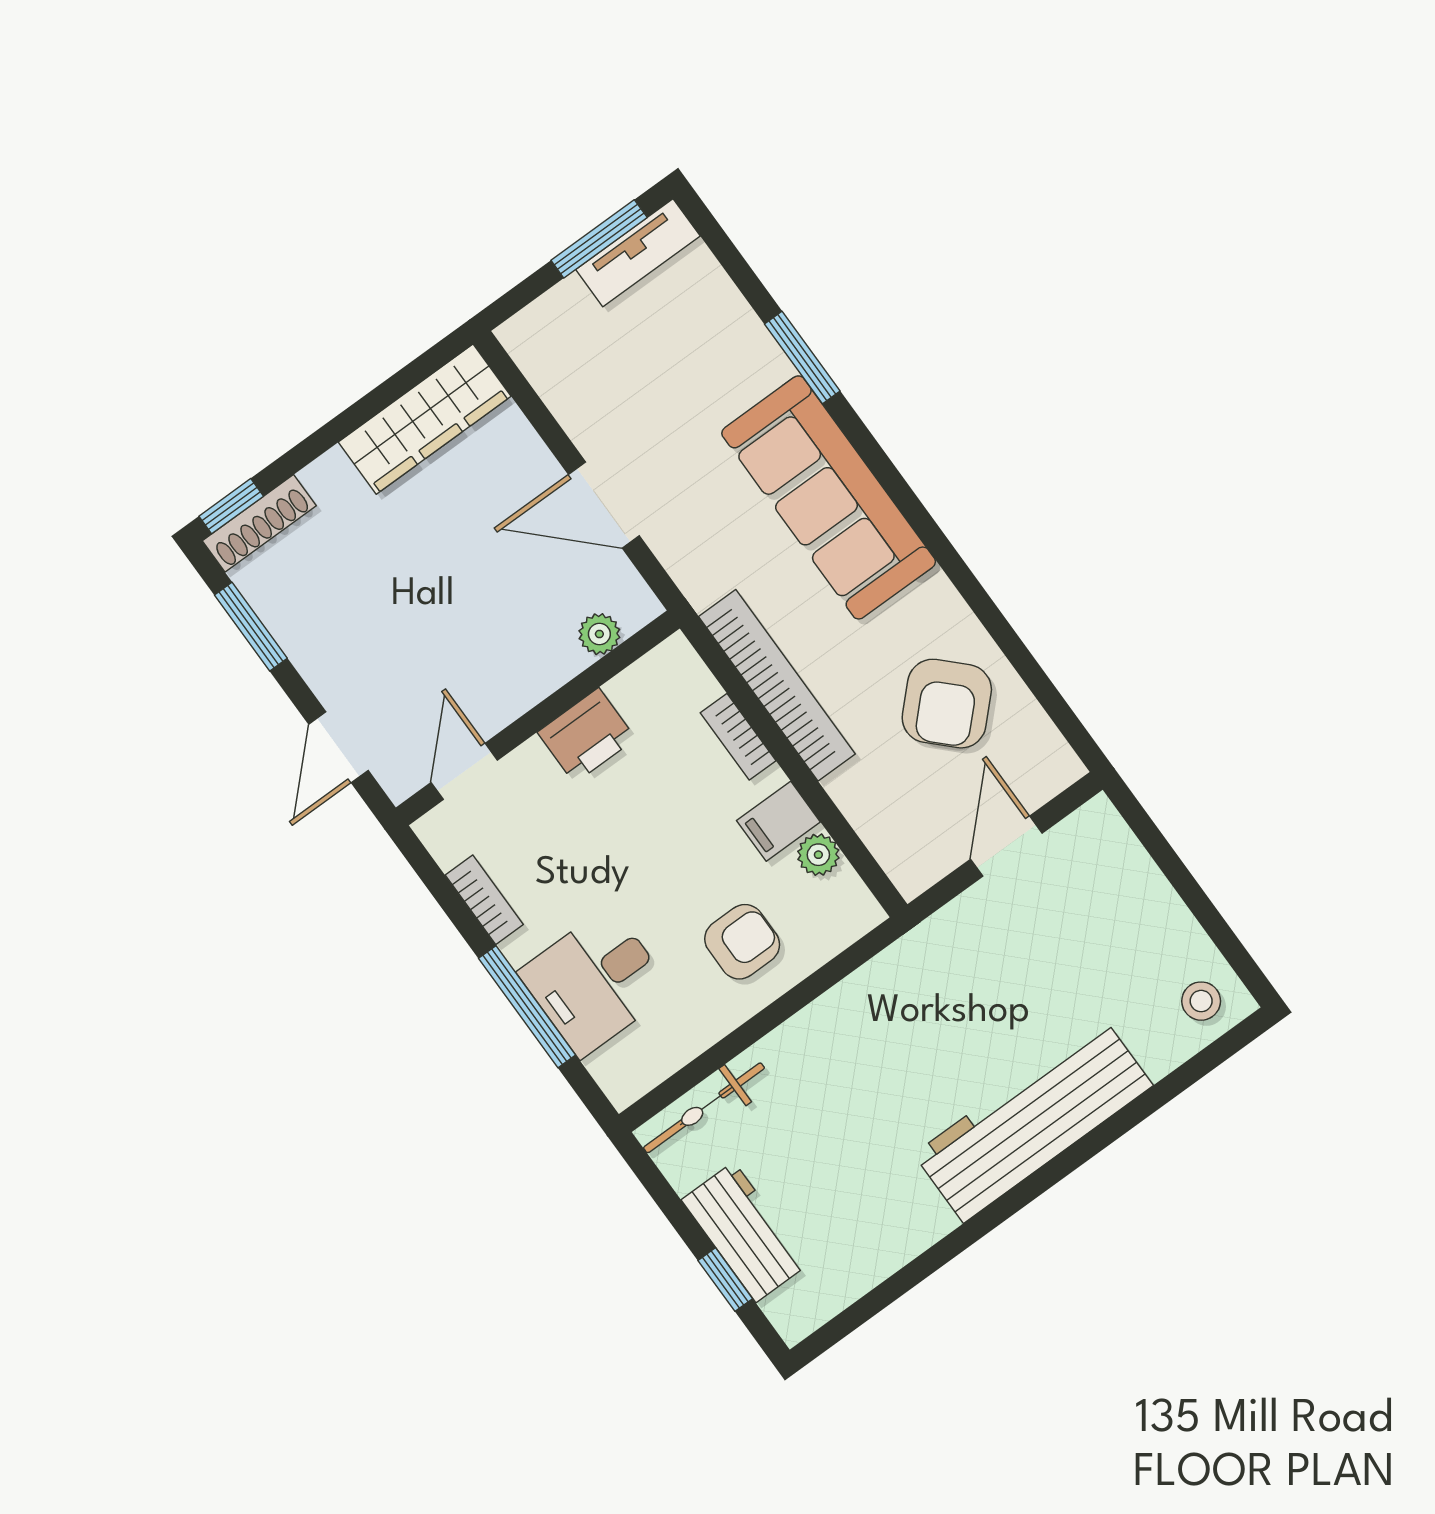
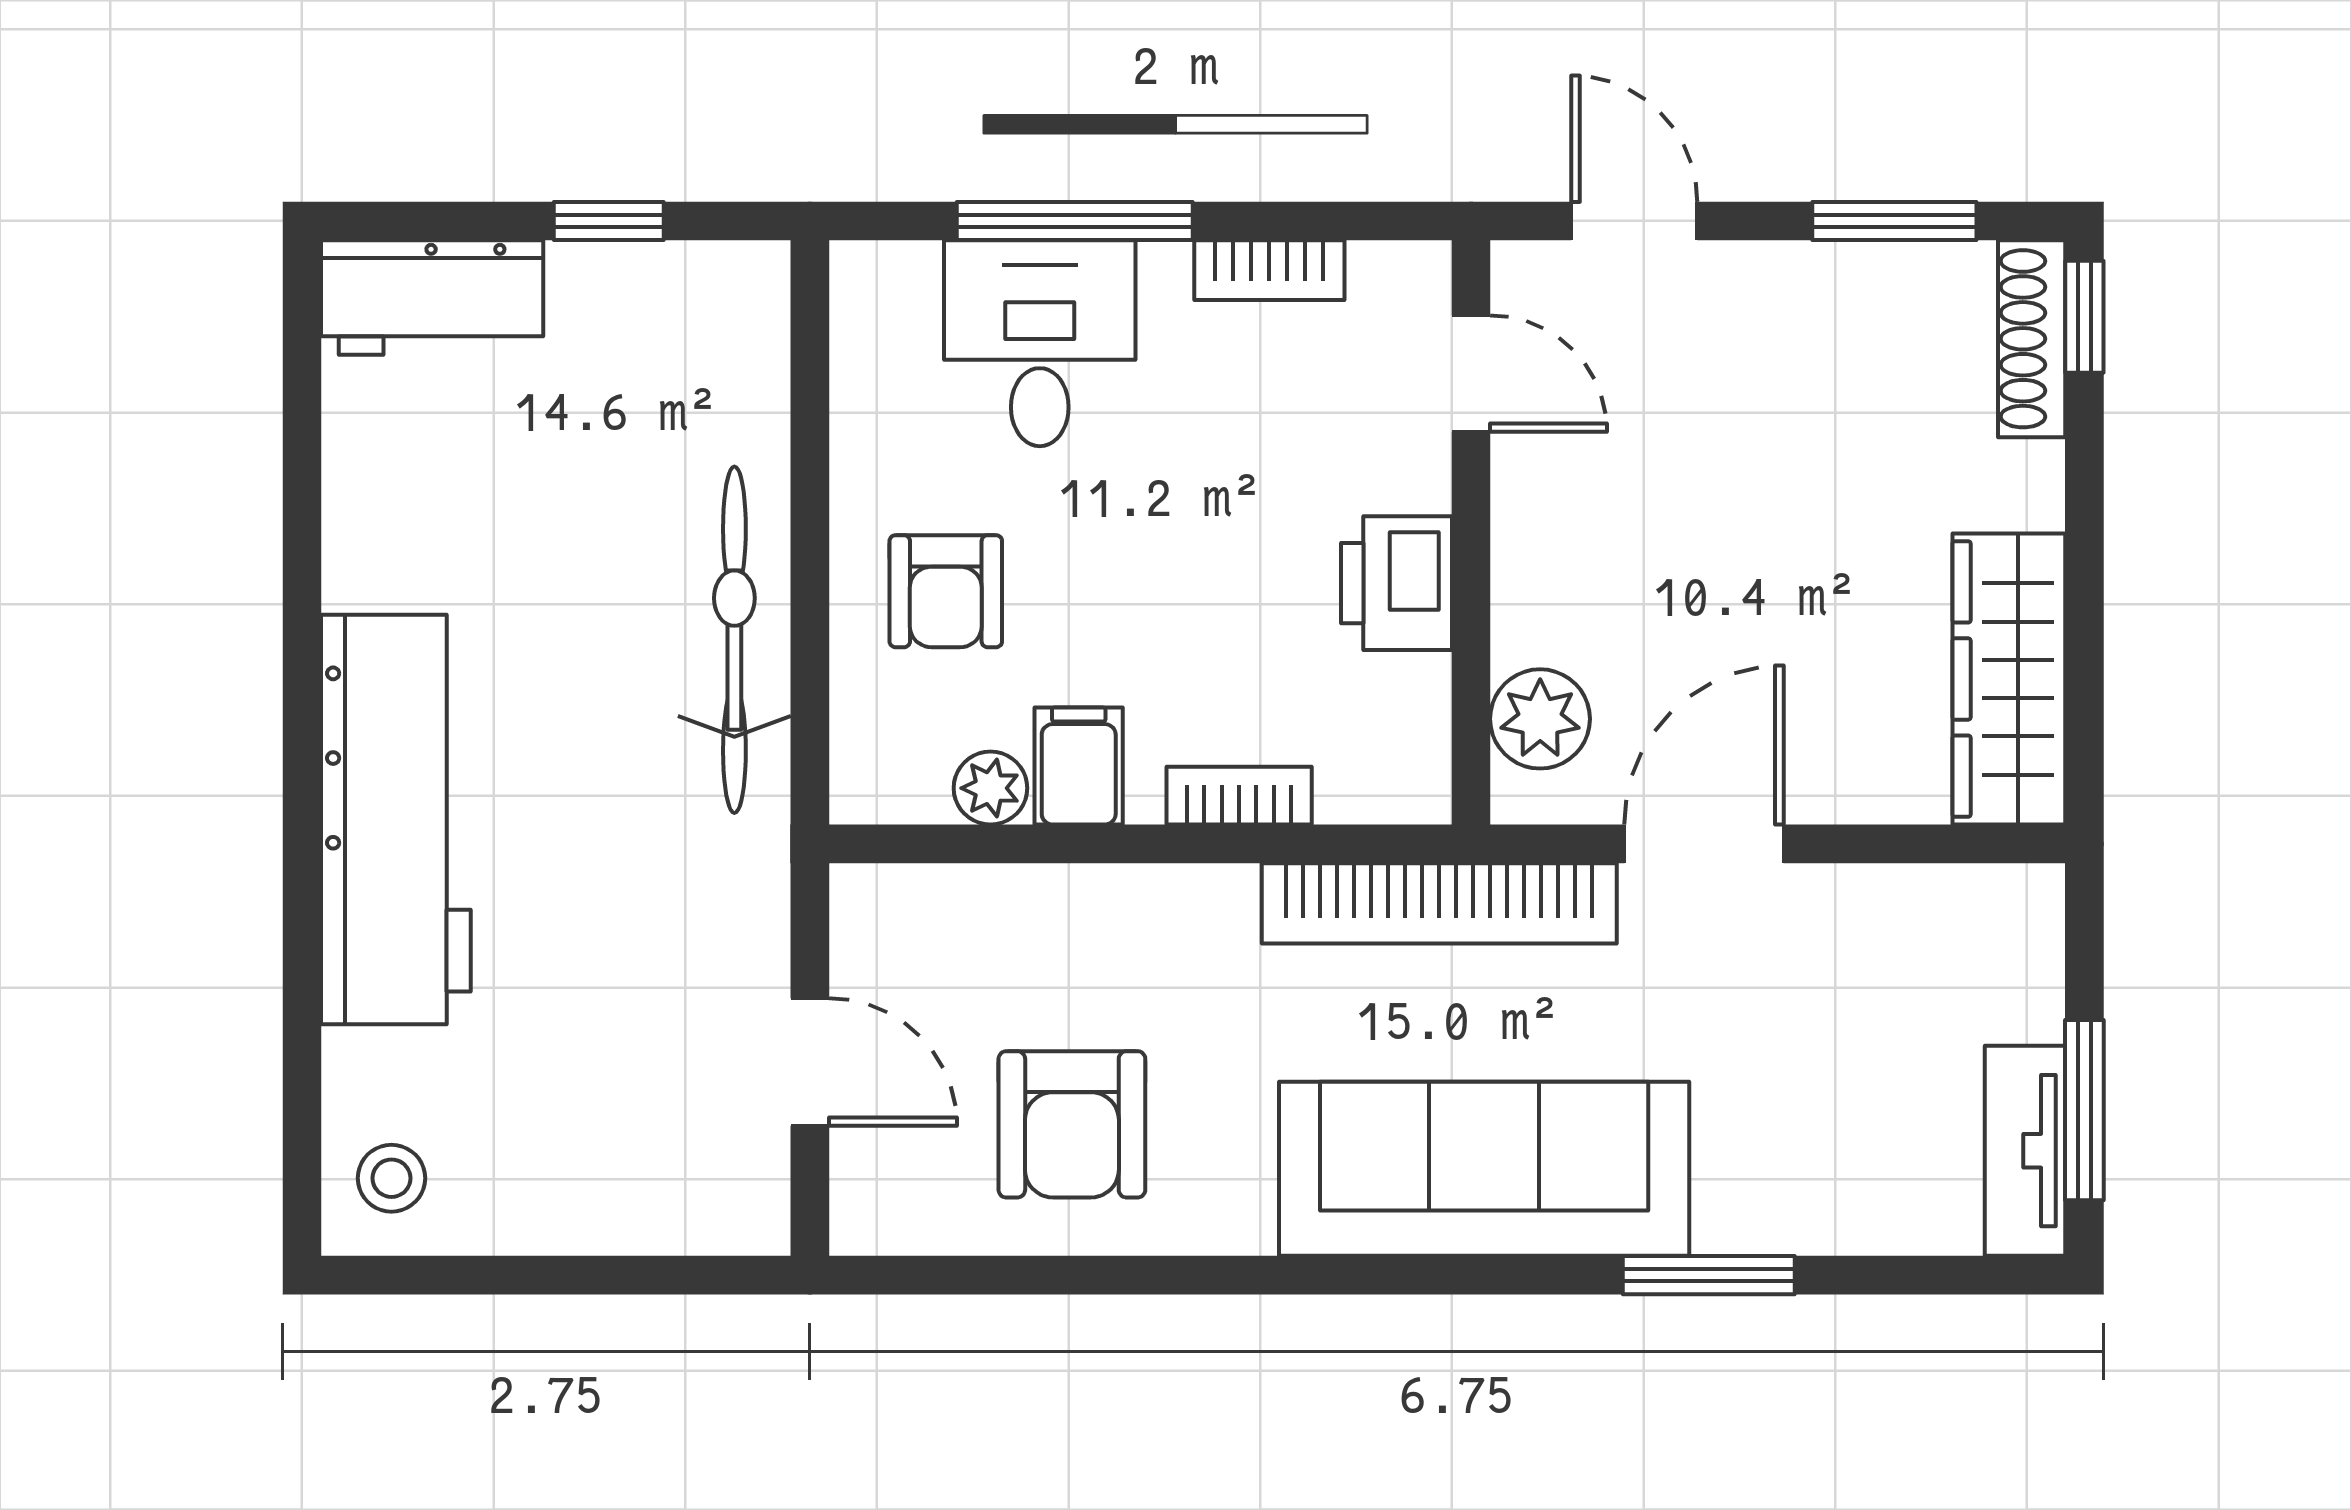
plant: (599, 634) -> (1540, 719), width x1.38, depth x1.38
bookcase: (777, 685) -> (1439, 903), moved
armchair: (947, 704) -> (1072, 1124), turned -135
bicycle: (704, 1108) -> (734, 640), moved, width x1.37, depth x1.40
workbench: (745, 1232) -> (432, 297), moved
window: (725, 1280) -> (609, 221), moved

